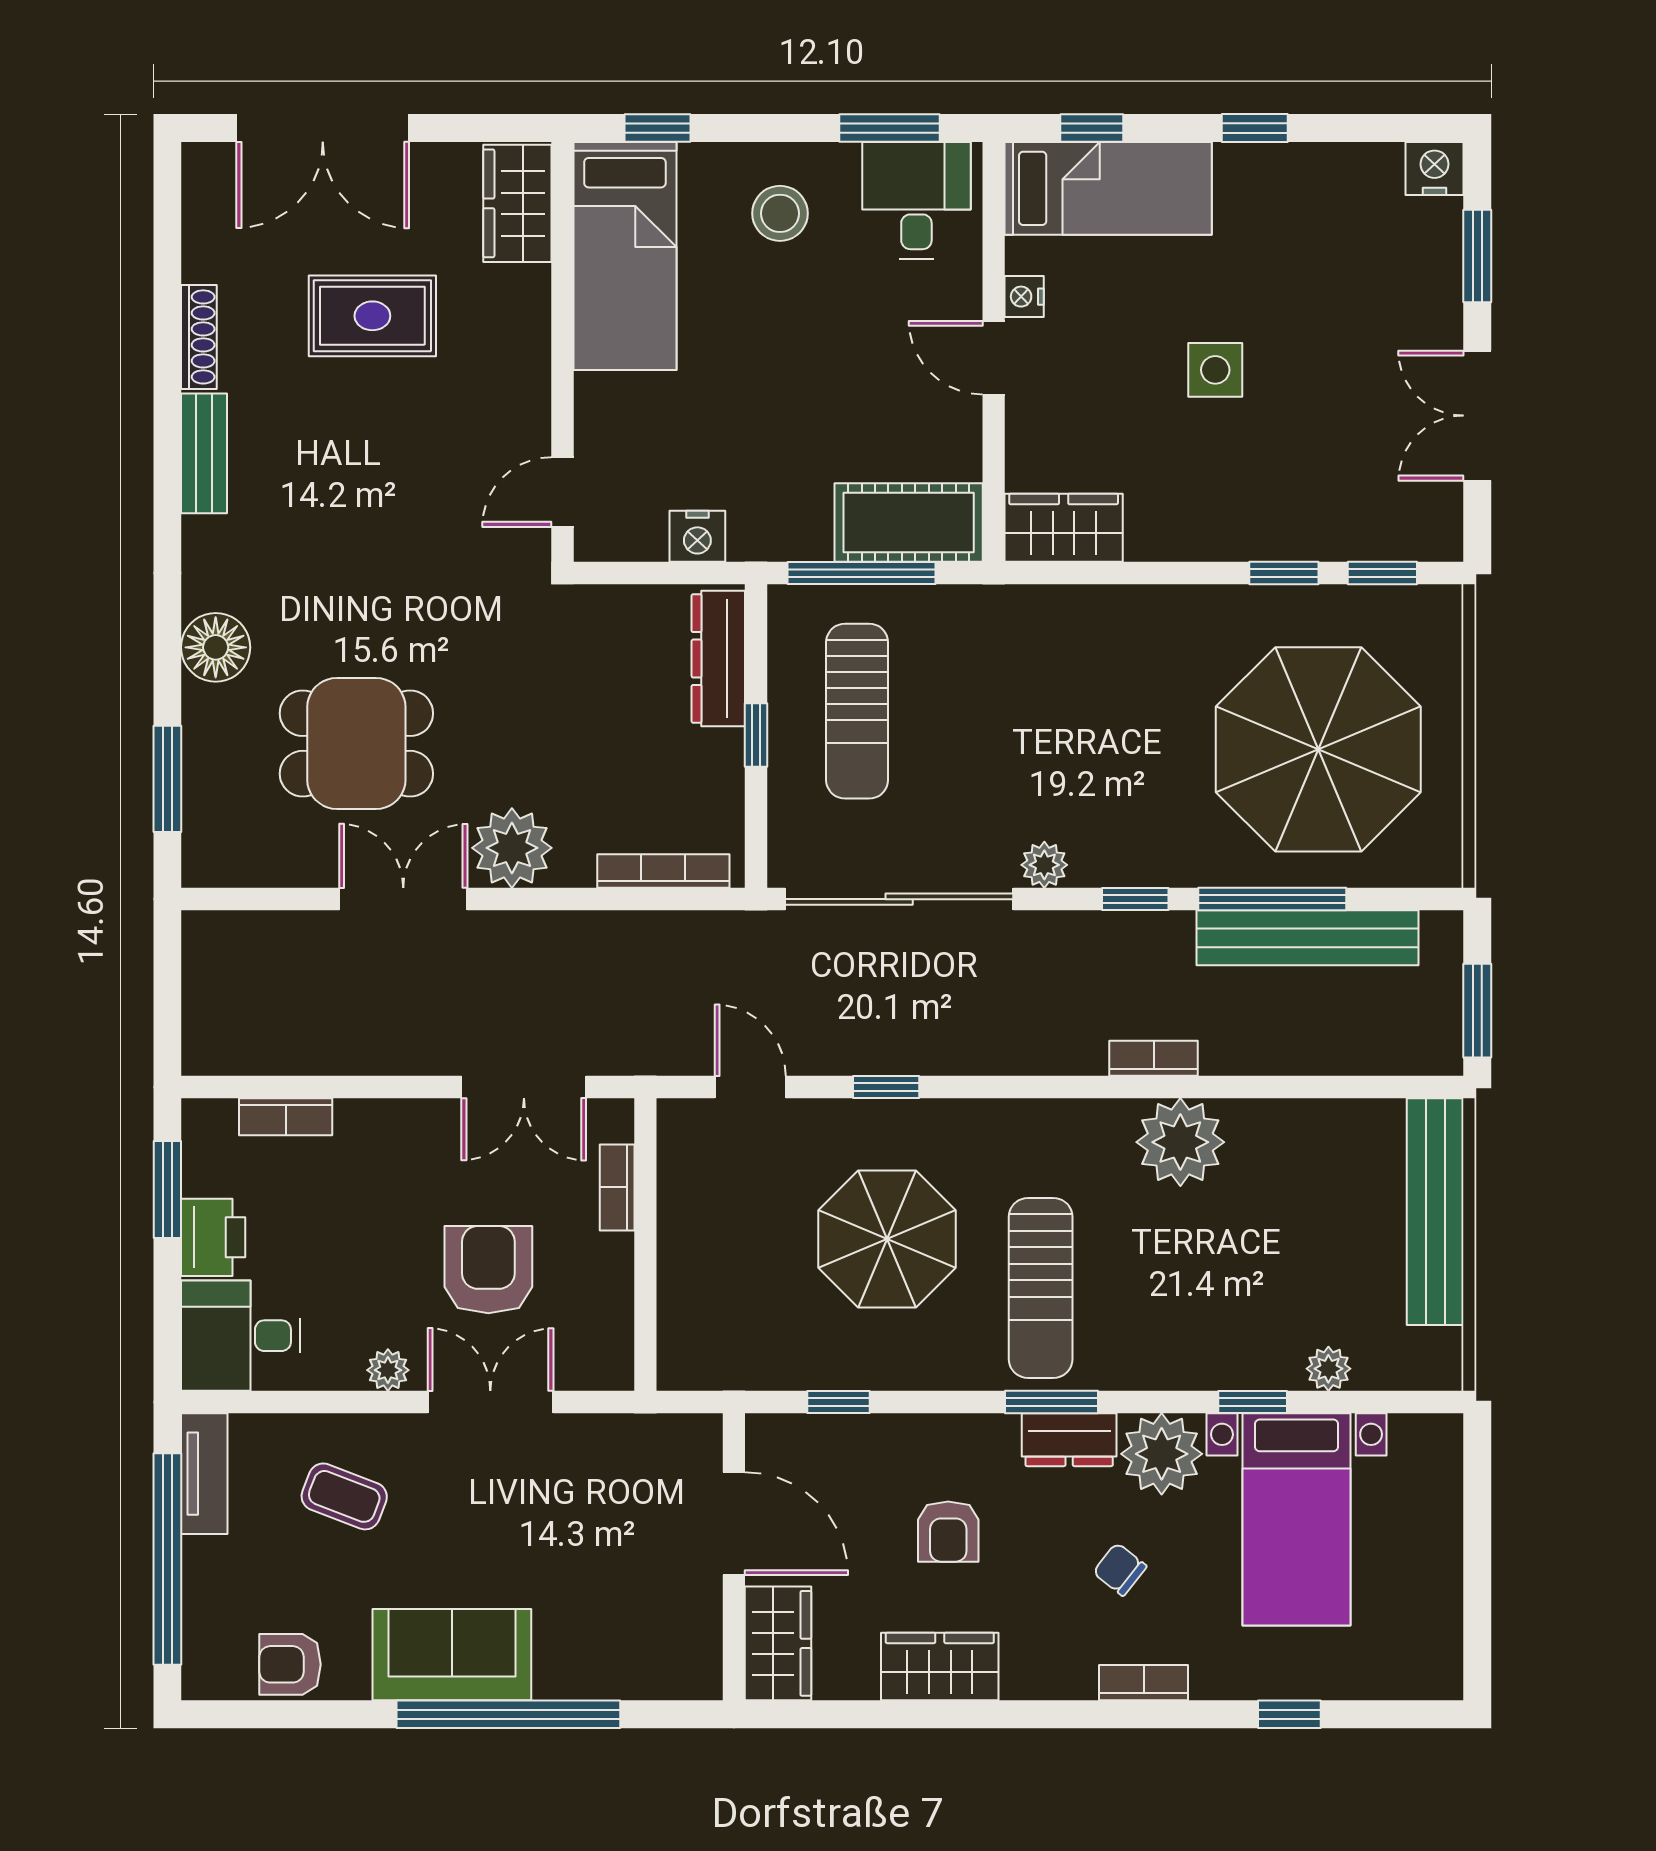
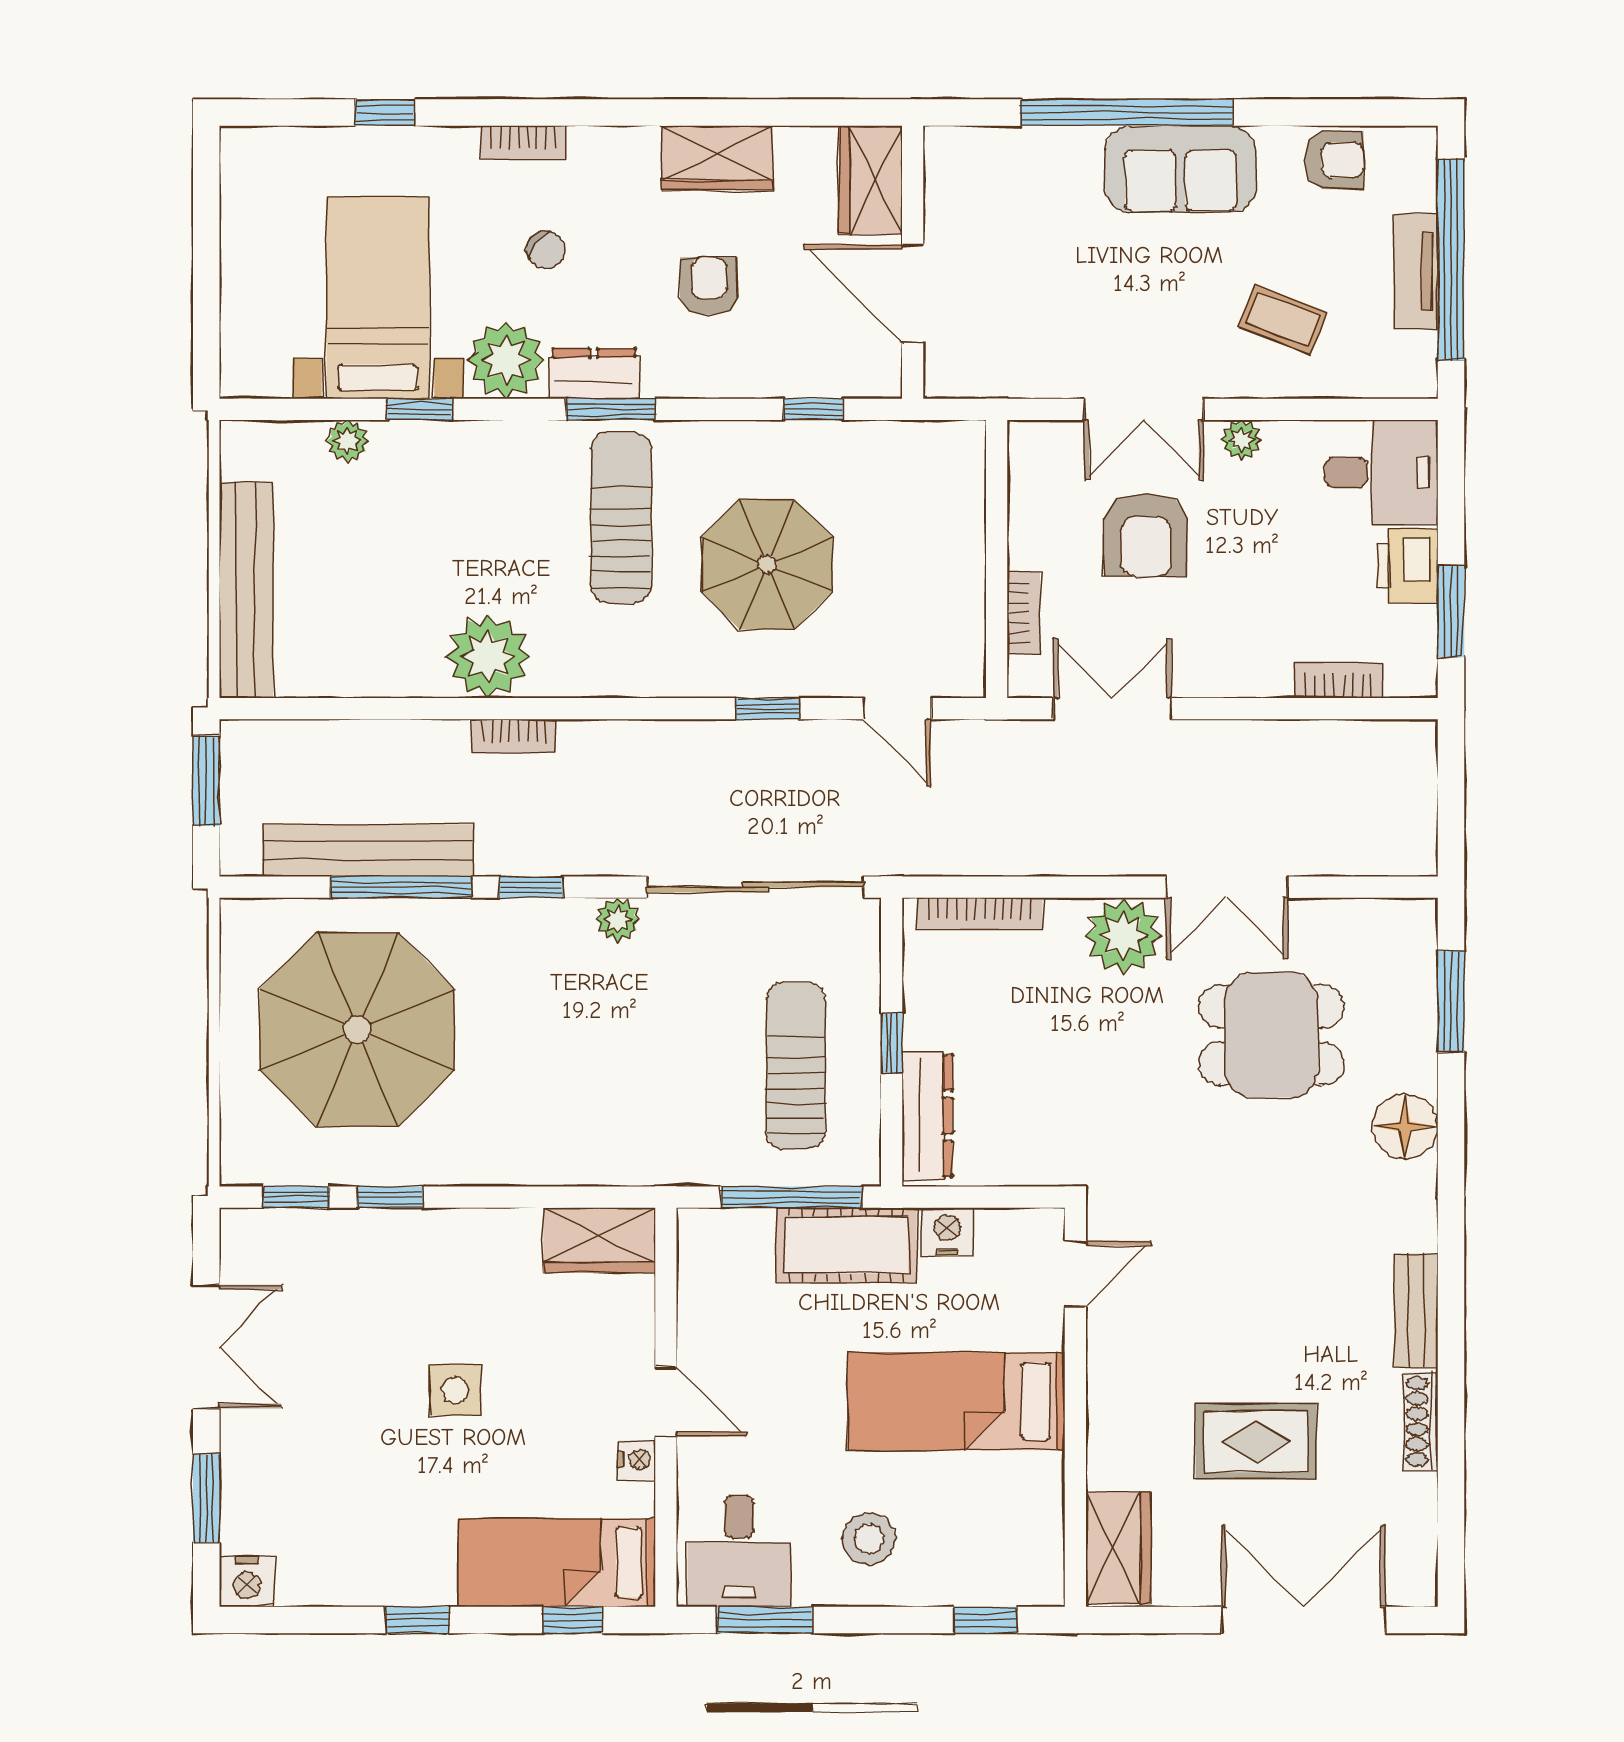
bed: (625, 256) -> (956, 1401), moved, turned -90
cot: (909, 523) -> (846, 1245), moved
tv unit: (204, 1474) -> (1416, 271), moved

